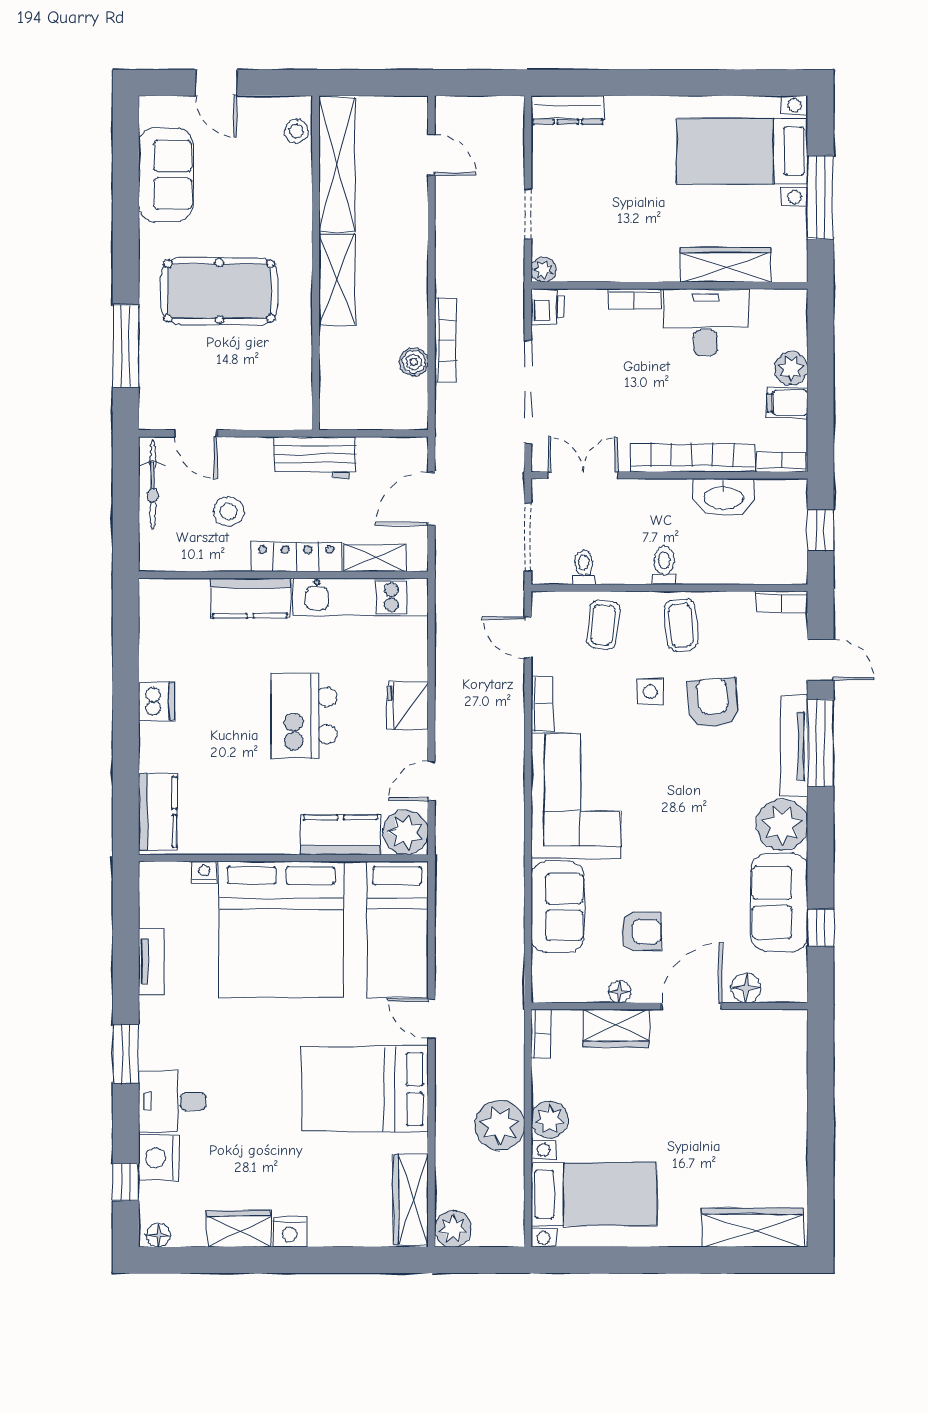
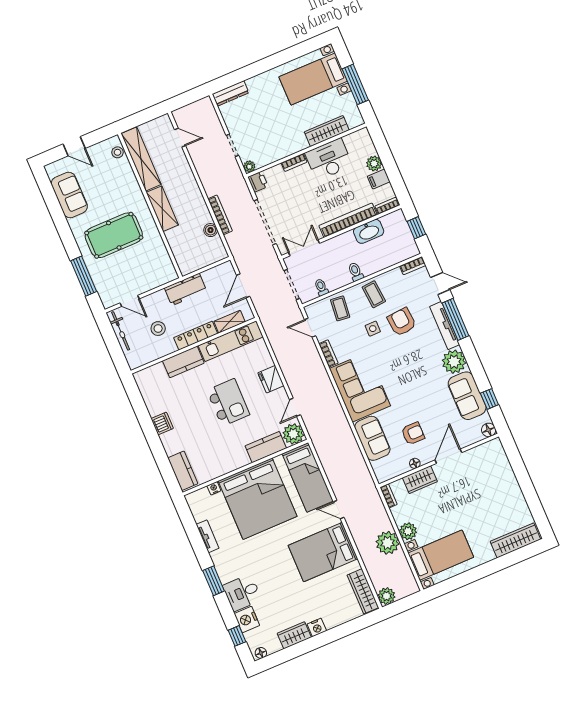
kitchen island: (304, 716) -> (228, 402), turned 180
floor lamp: (746, 988) -> (489, 430), moved

